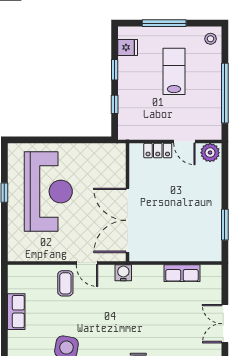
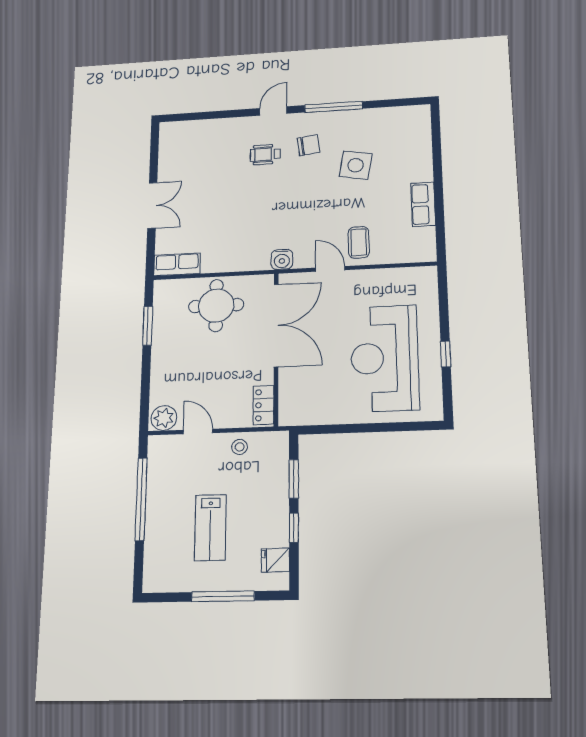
stool: (211, 39) -> (240, 447), moved
window: (115, 104) -> (294, 479), width x1.50
locker: (158, 151) -> (264, 405), moved, turned -90
round table: (173, 238) -> (216, 306), added
row of seats: (182, 273) -> (177, 264), moved

